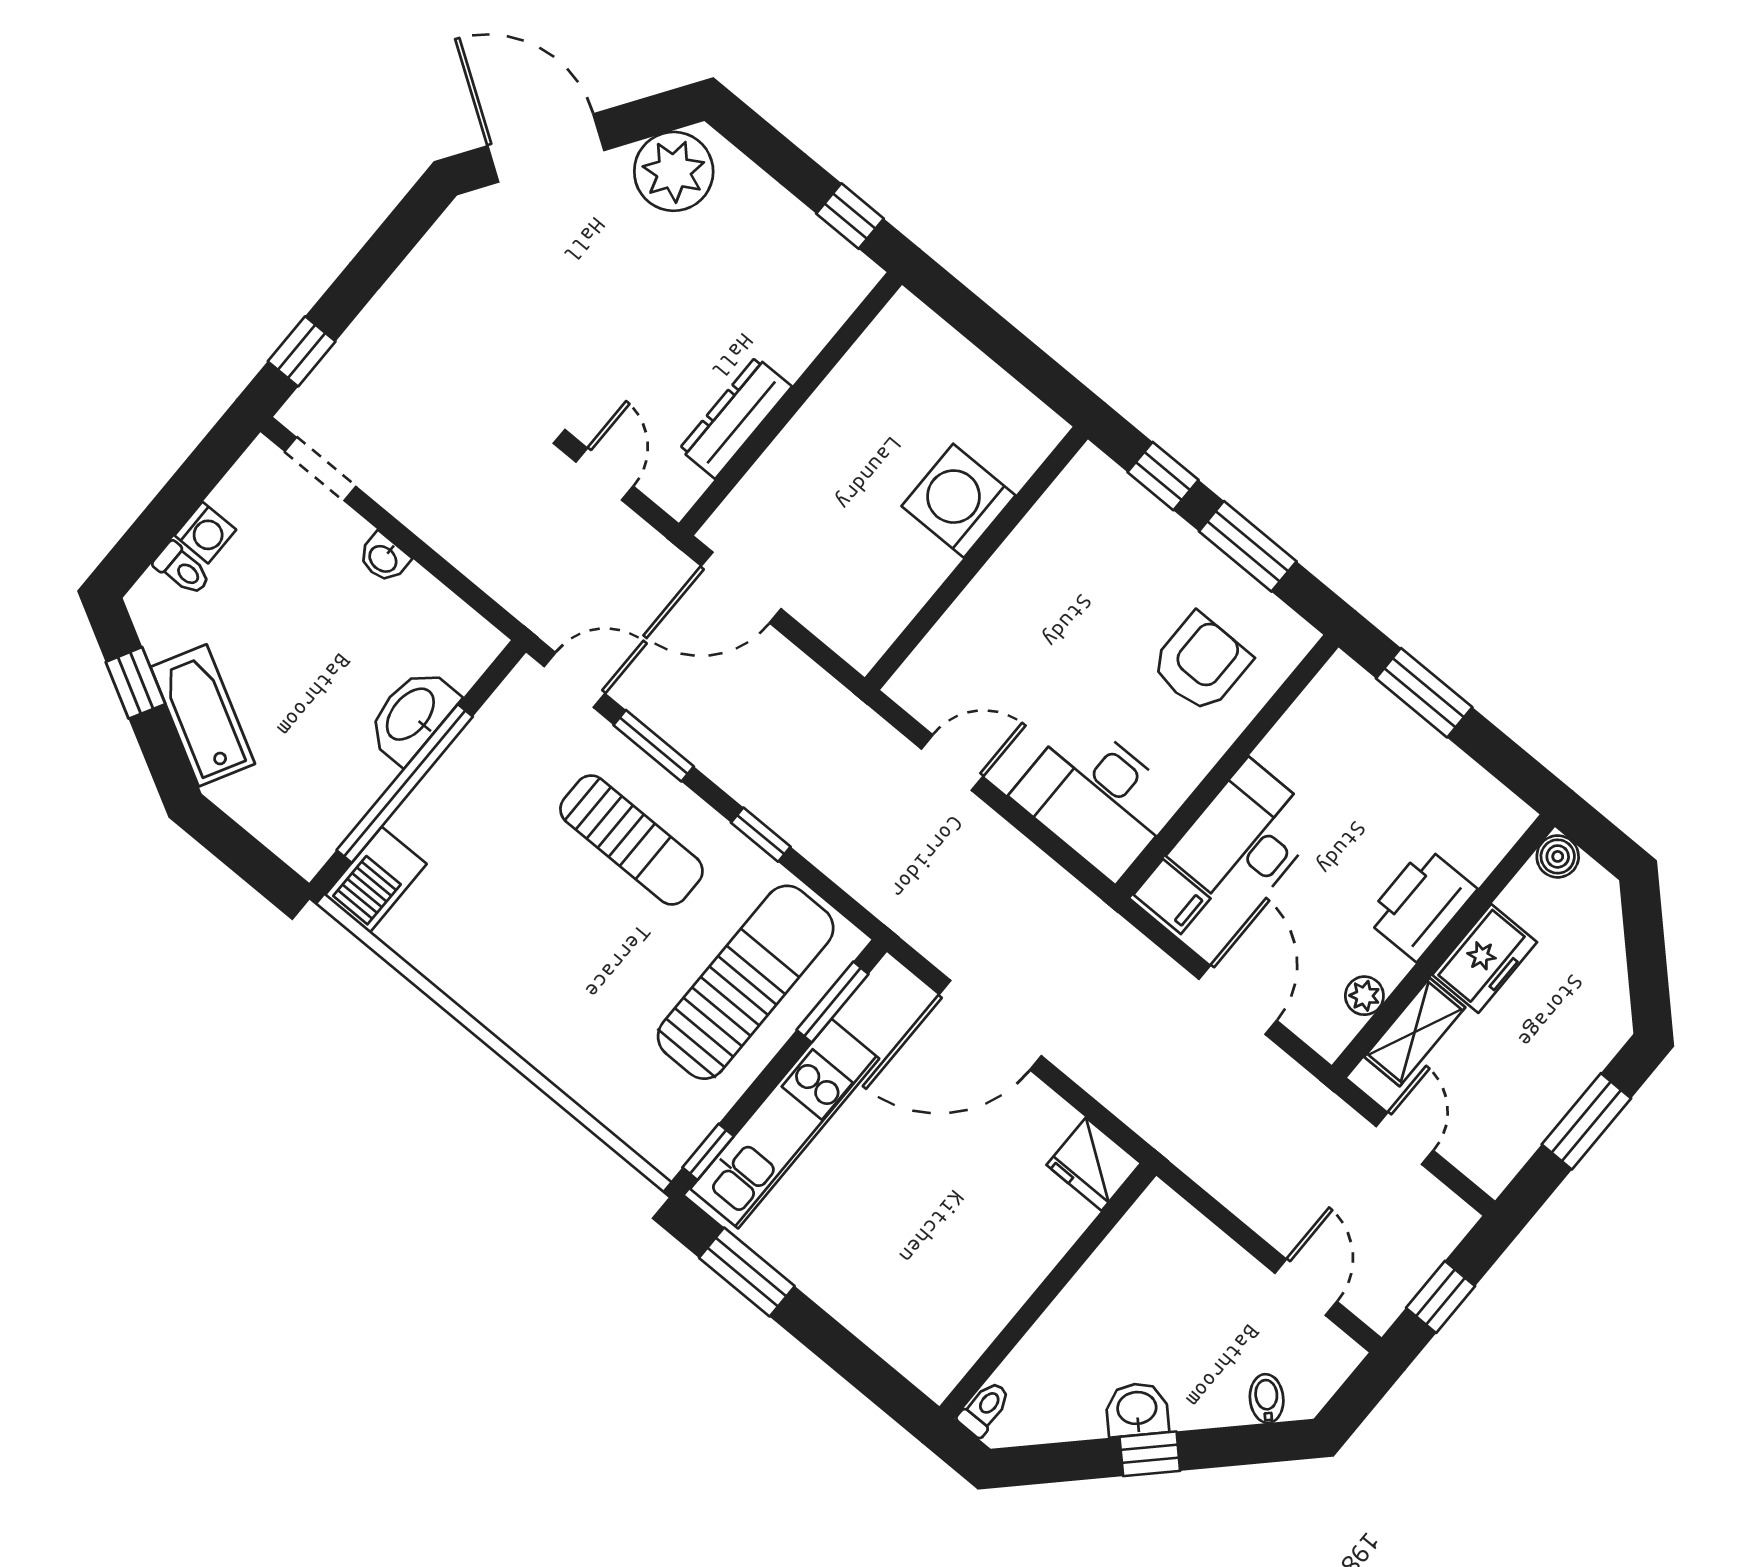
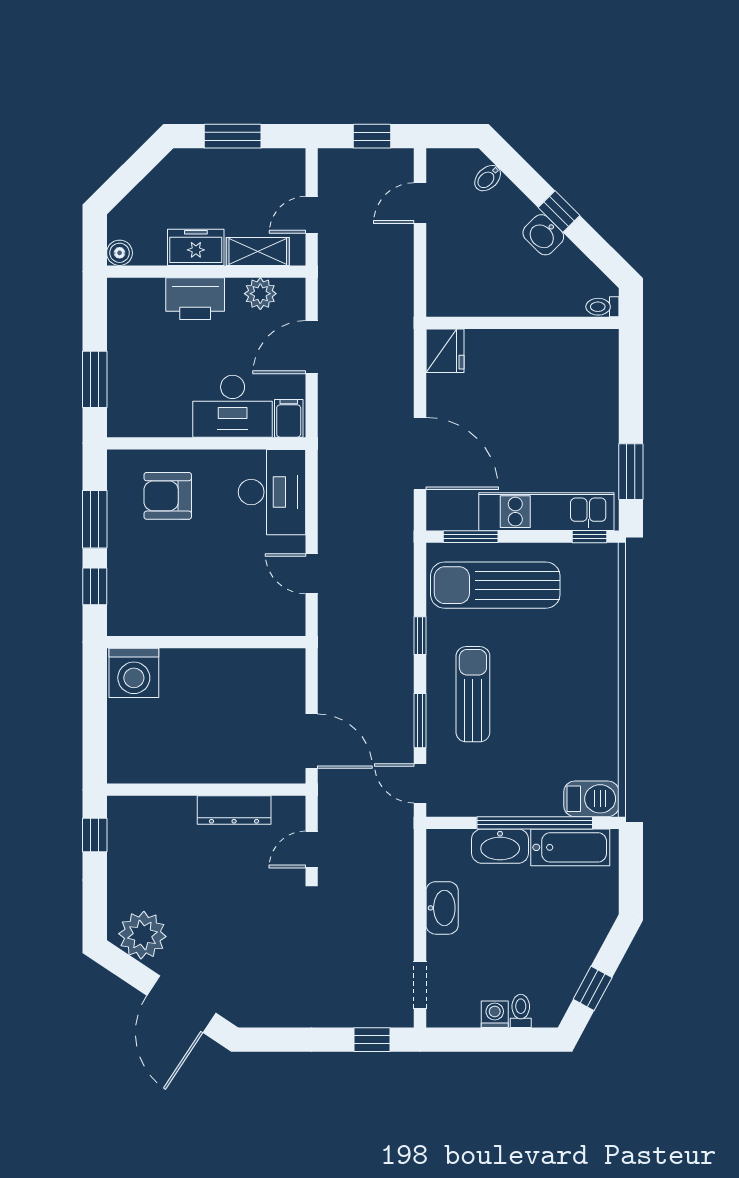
washing machine: (959, 501) -> (134, 673), moved
washbasin: (384, 558) -> (442, 908), width x1.91, depth x1.45
bathtub: (203, 715) -> (570, 847), moved, turned -118
plant: (1364, 996) -> (260, 294), width x1.38, depth x1.38

